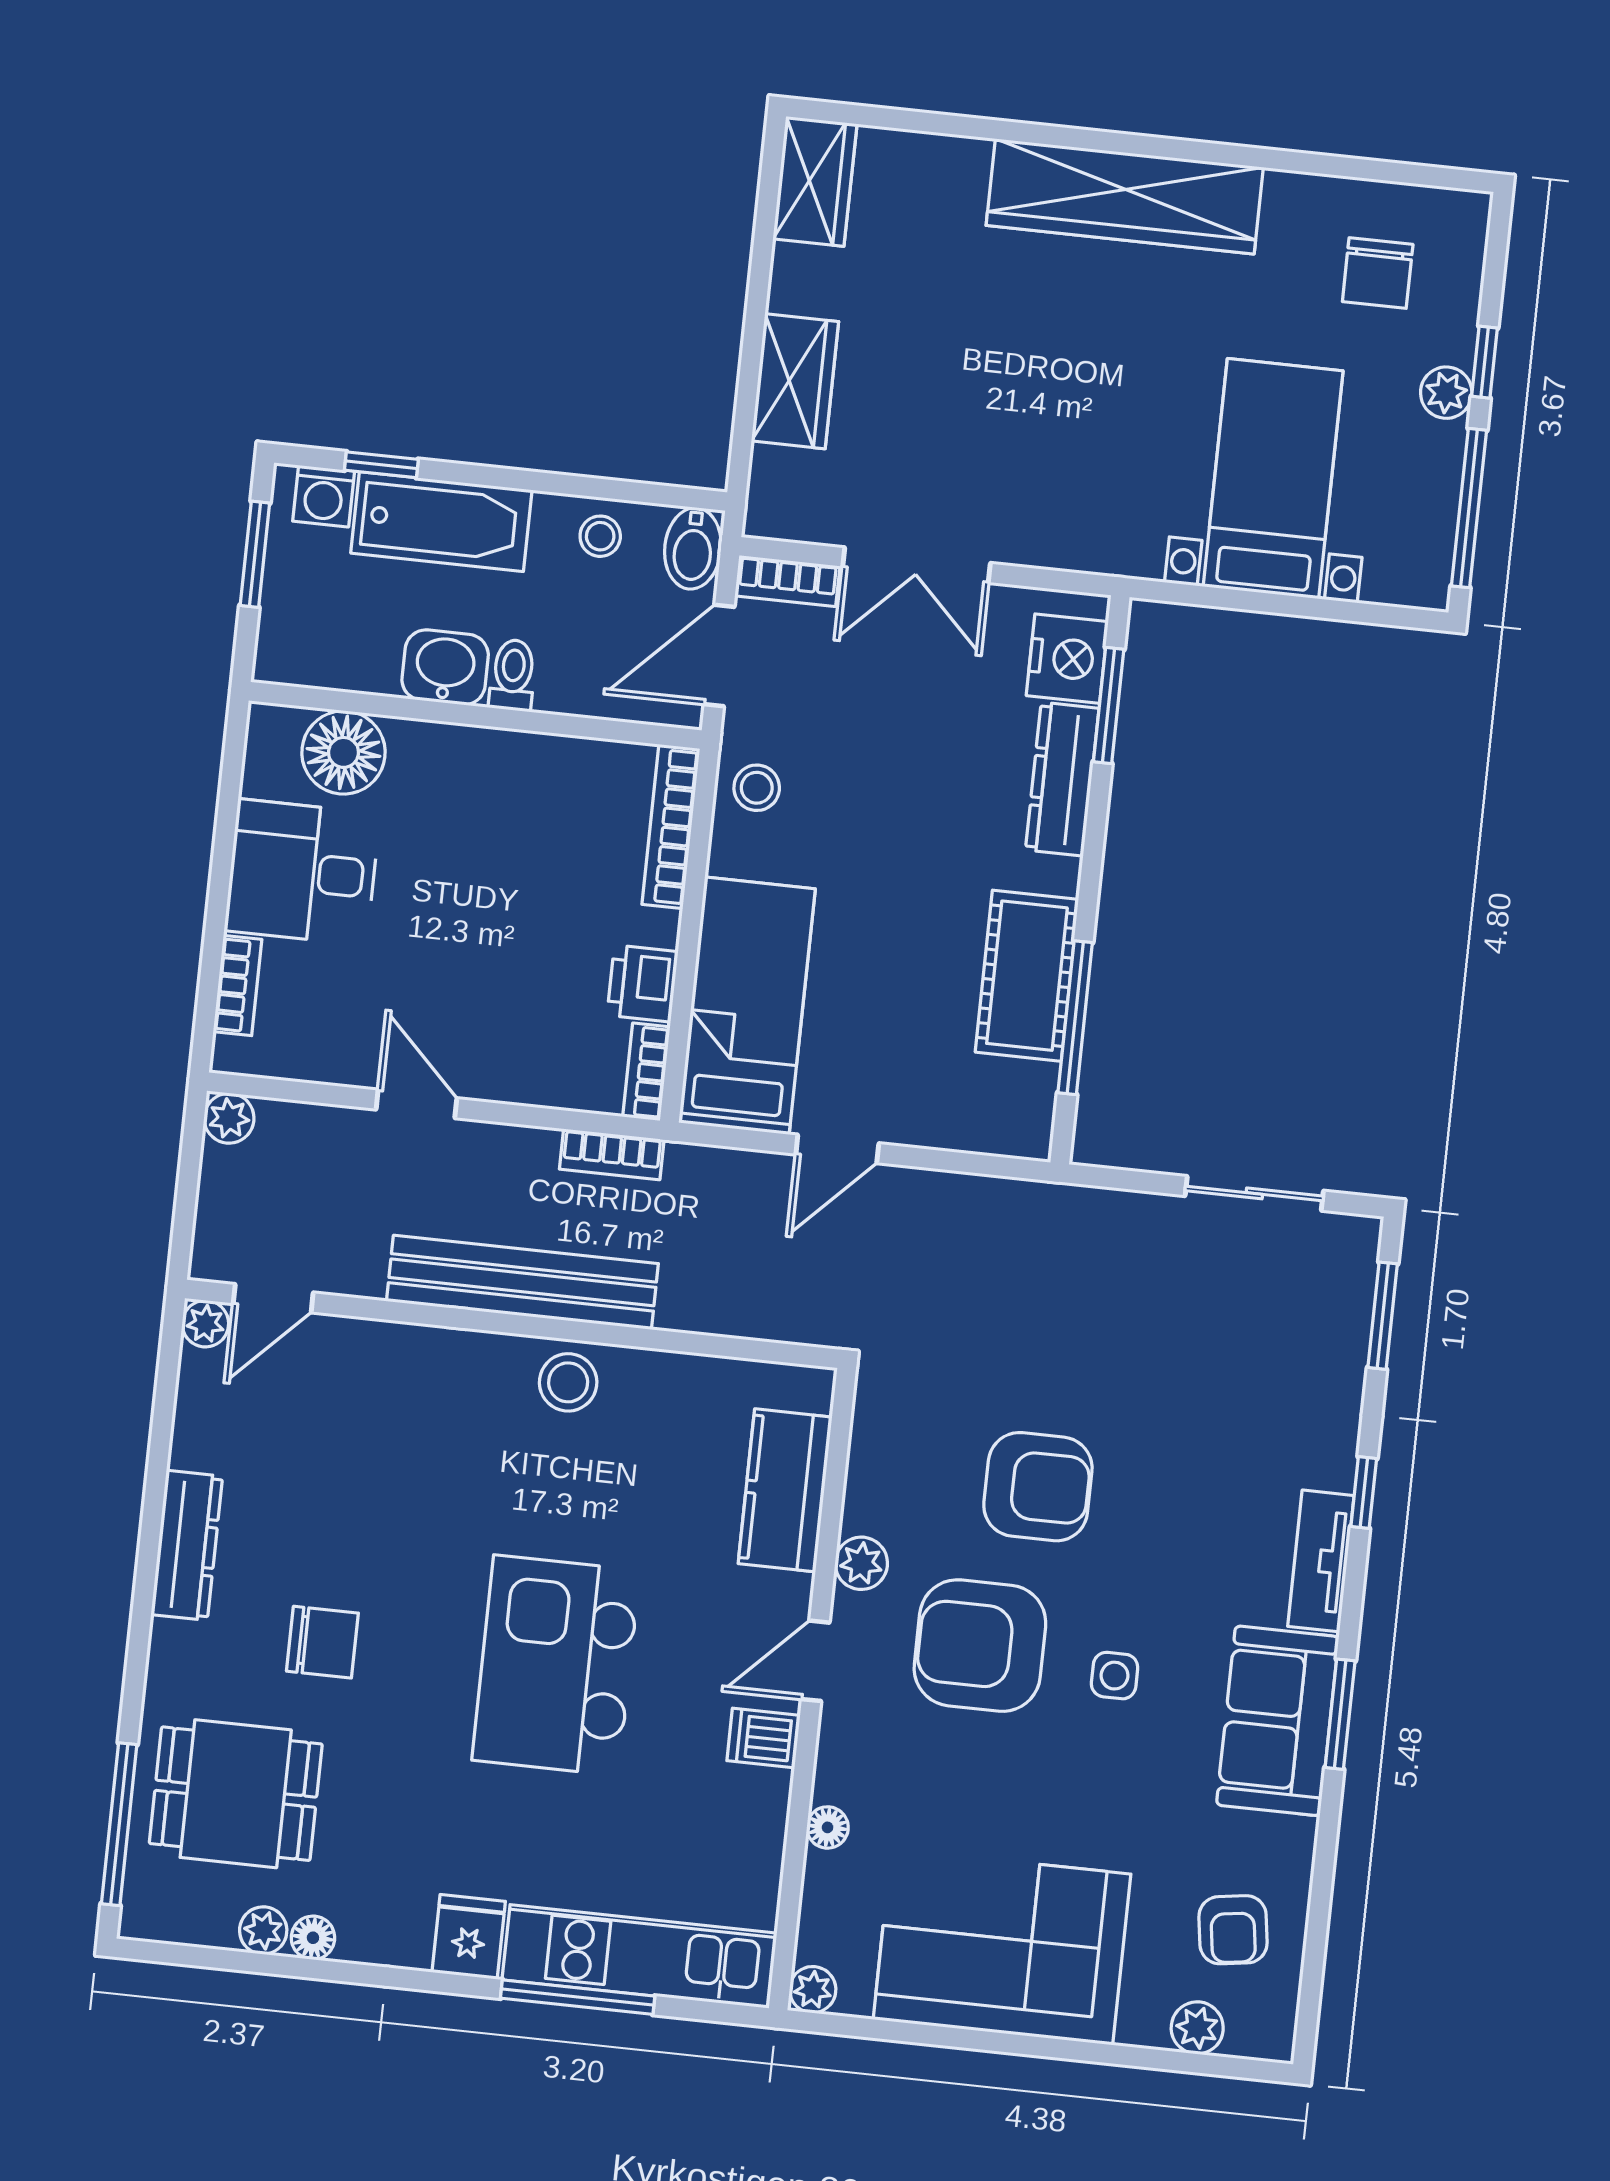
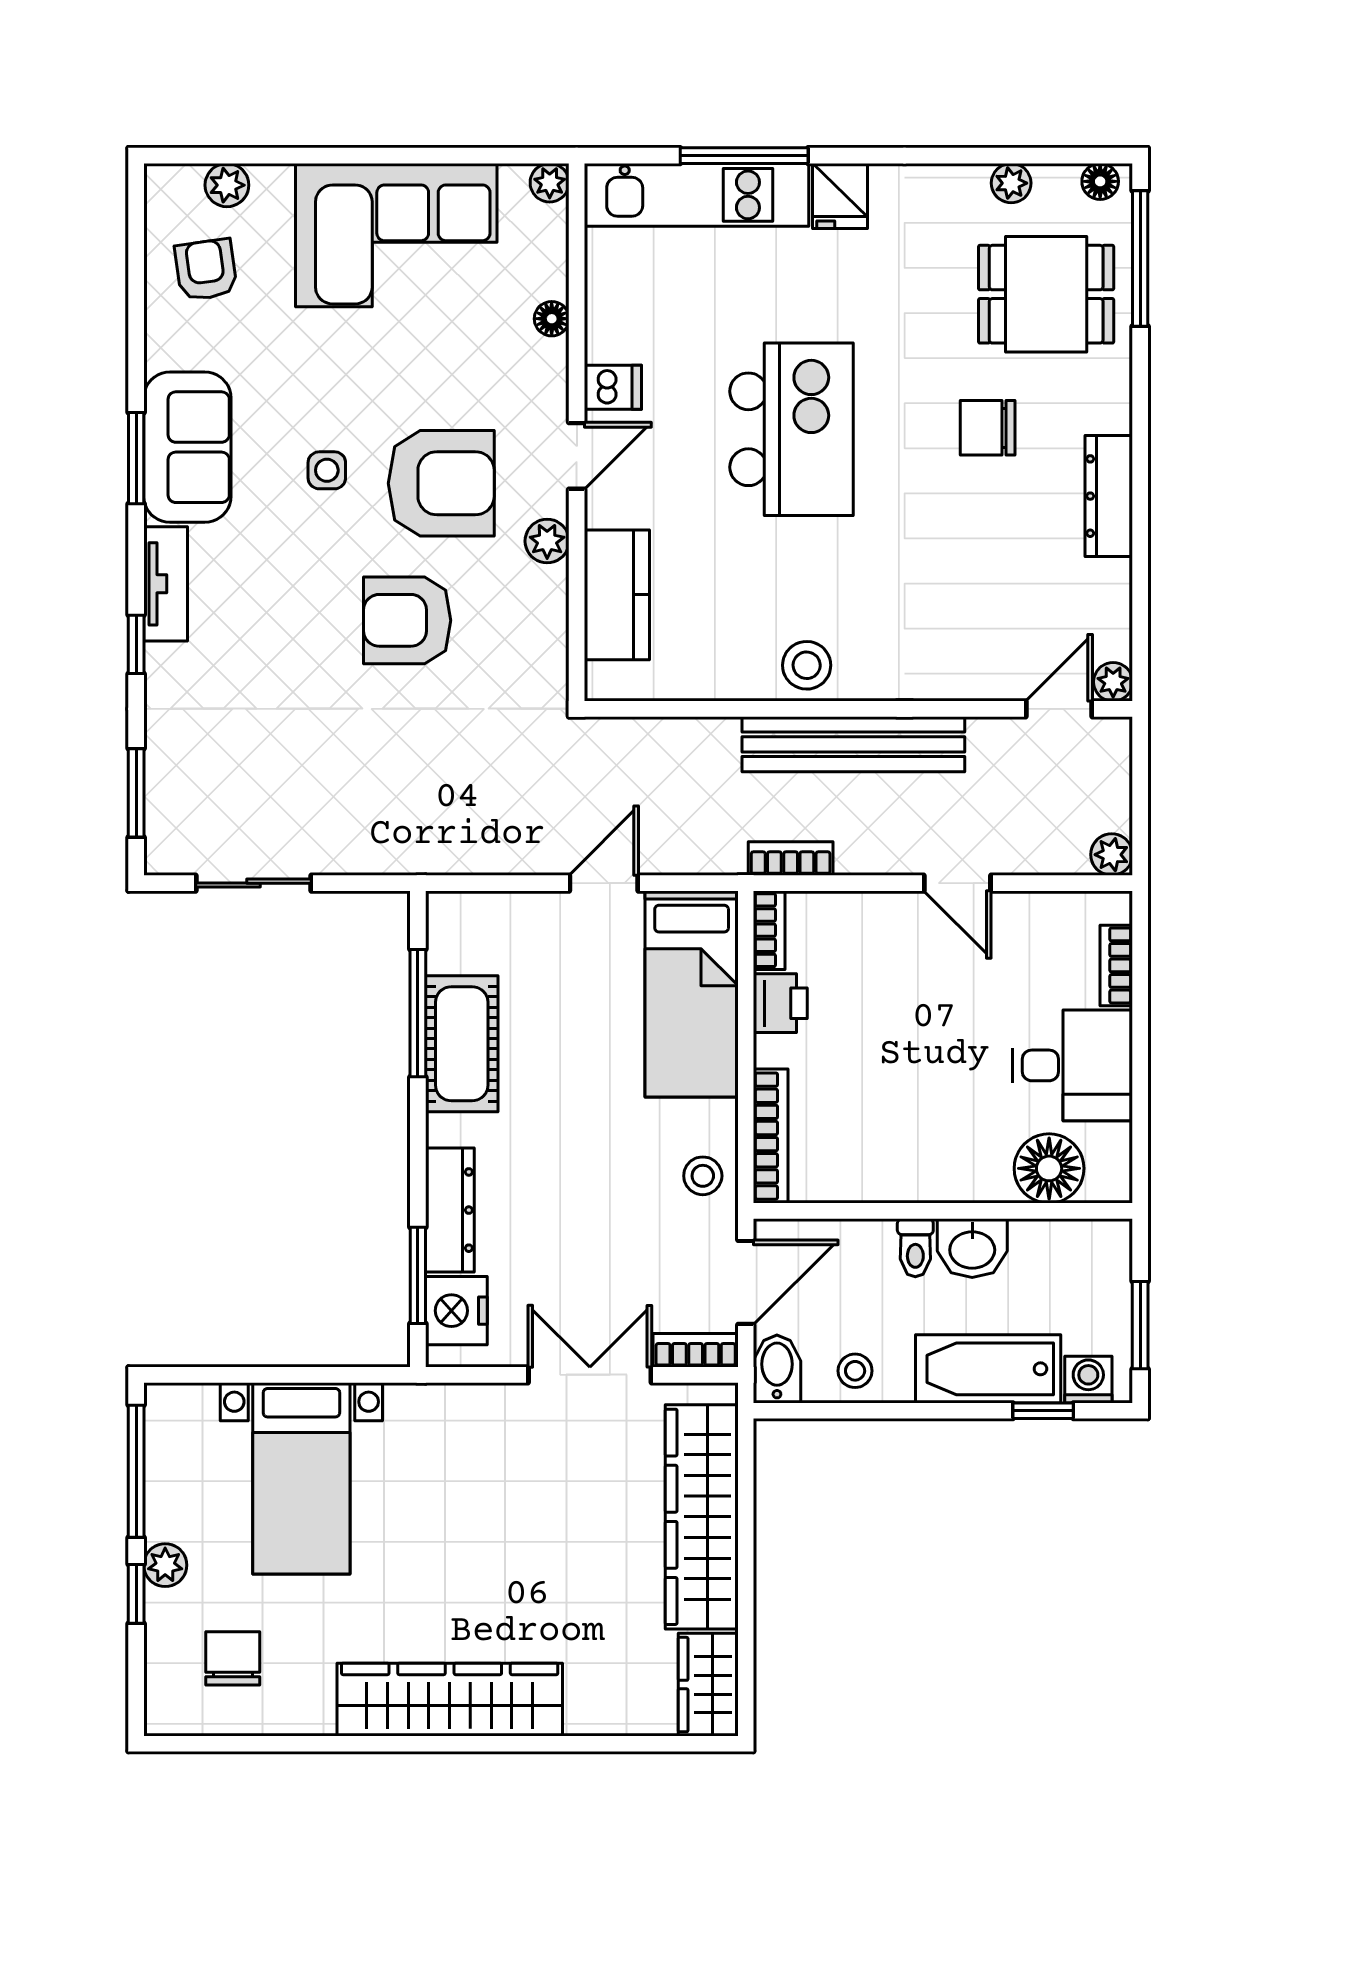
wardrobe: (795, 381) -> (702, 1517), width x2.10, depth x1.17
floor lamp: (313, 1938) -> (1100, 181), moved

